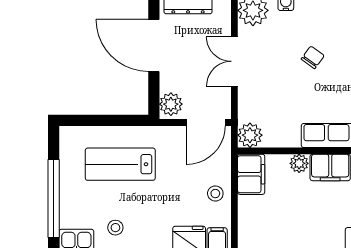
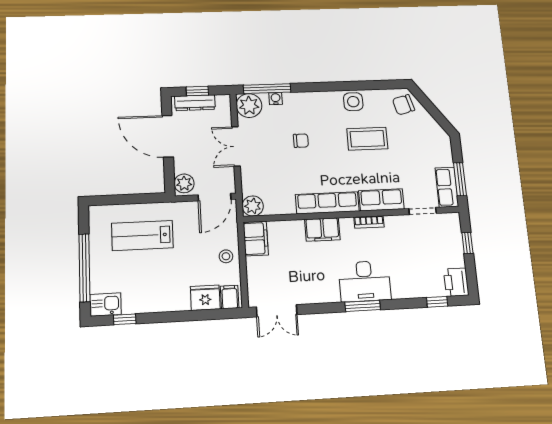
chair: (313, 57) -> (301, 141), turned 54
plant: (299, 163) -> (296, 227), removed
stool: (115, 228) -> (140, 290), removed

